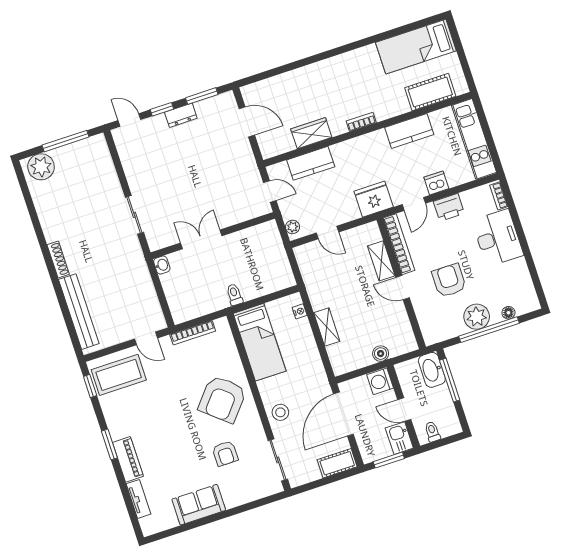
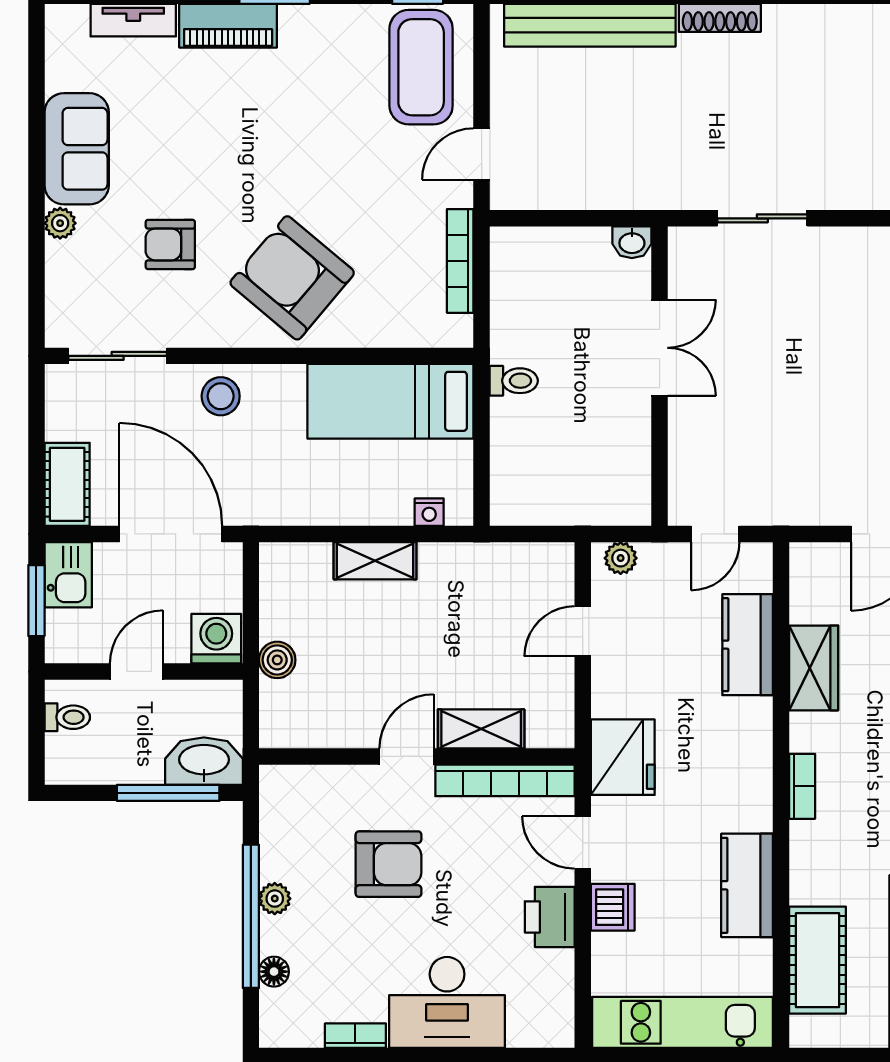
bookcase: (499, 196) -> (355, 1036), moved
plant: (477, 317) -> (275, 899), width x0.53, depth x0.53
kitchen sink: (399, 438) -> (68, 575), moved, turned 90
plant: (231, 501) -> (60, 223), added

